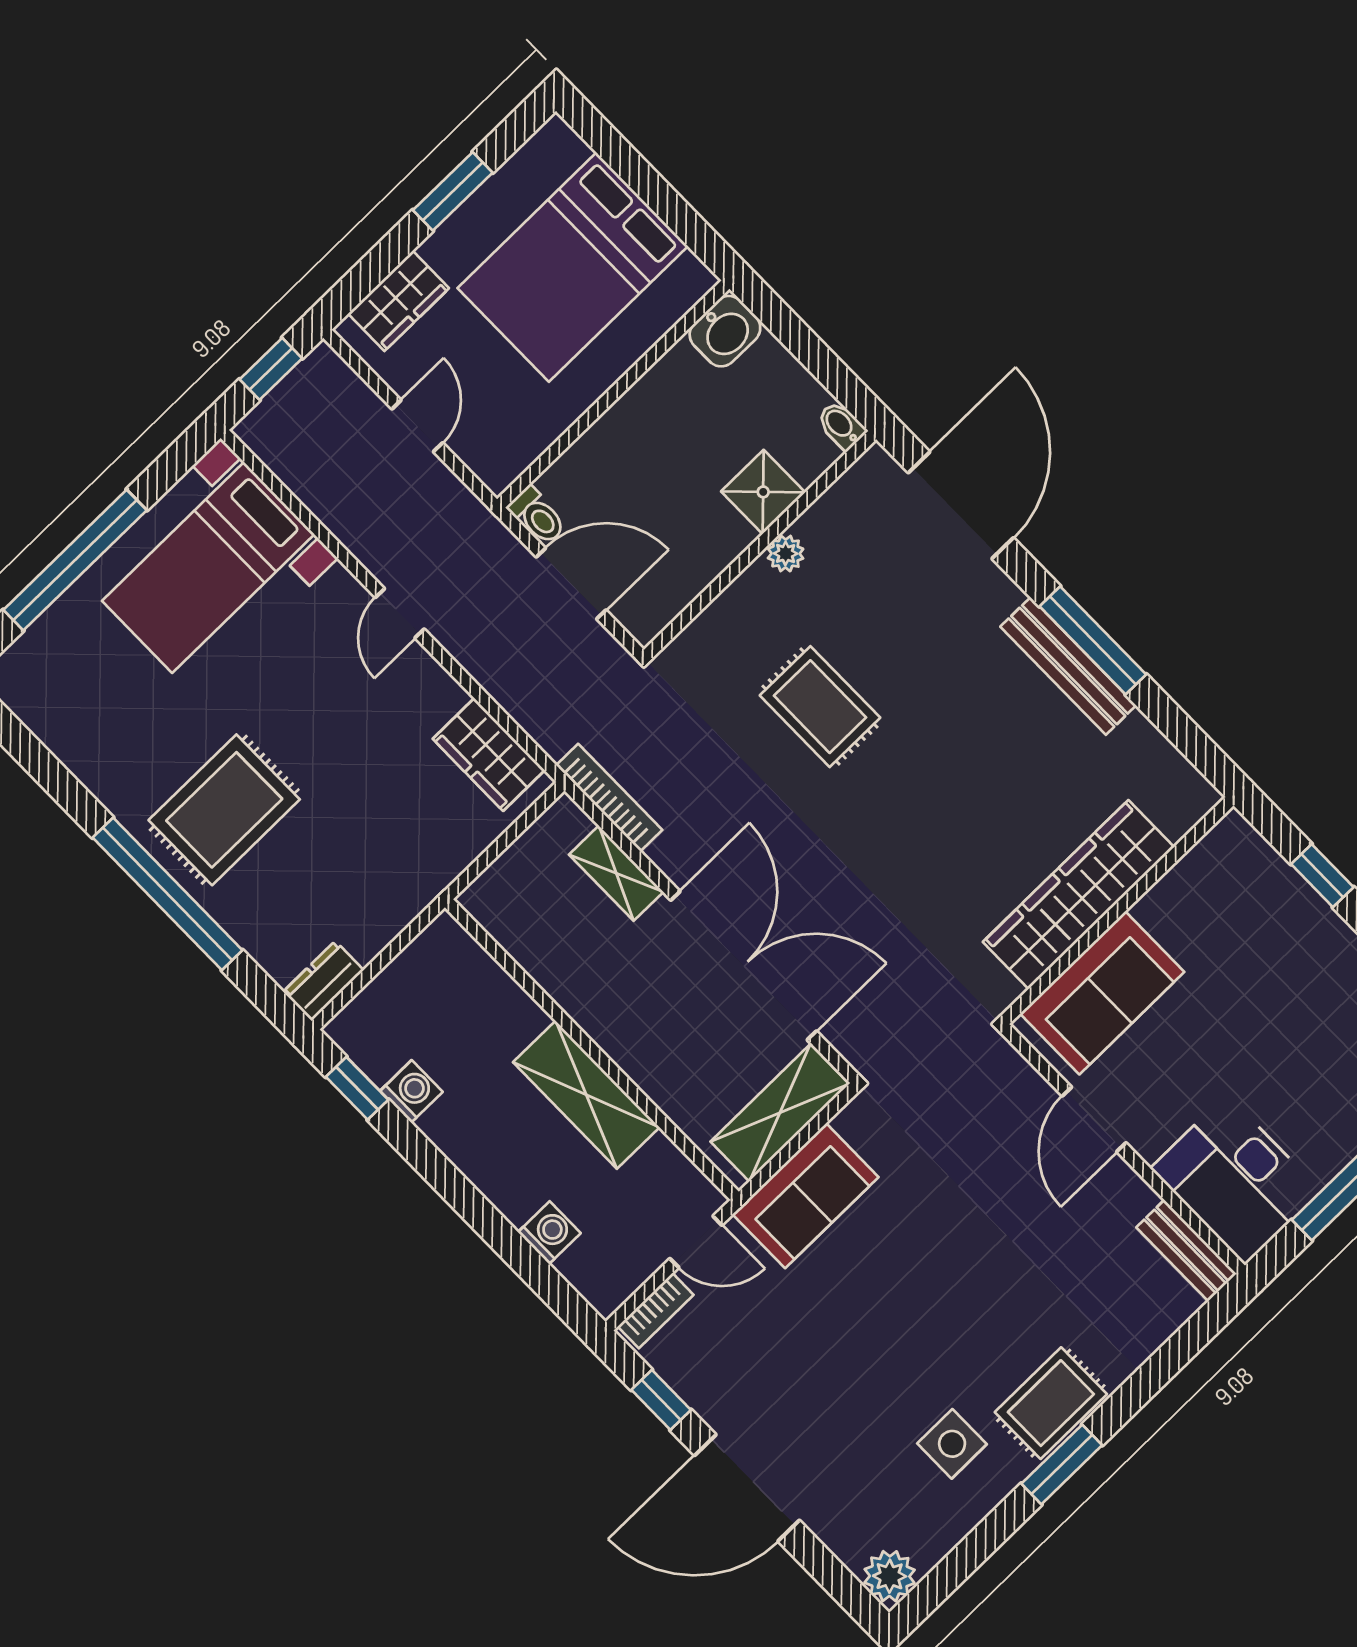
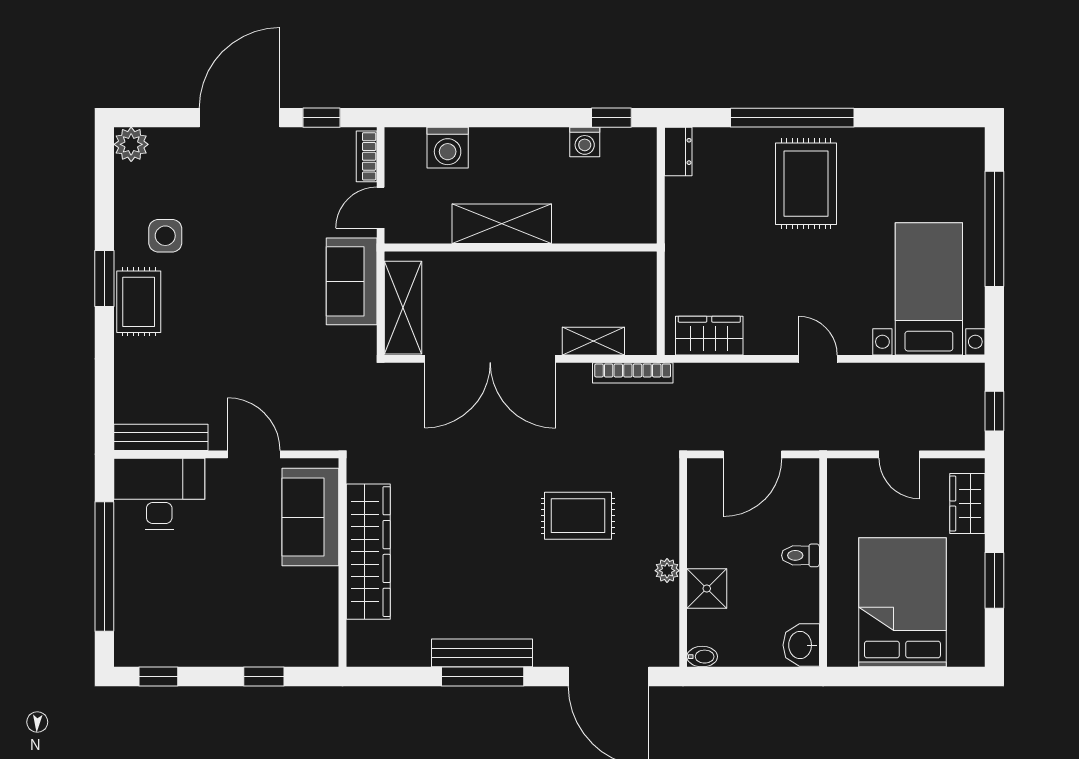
toilet: (537, 516) -> (801, 555), moved
washing machine: (549, 1233) -> (448, 148), width x1.38, depth x1.38
bench: (1186, 1251) -> (161, 437), width x1.36

